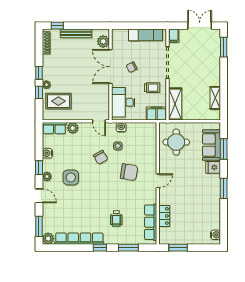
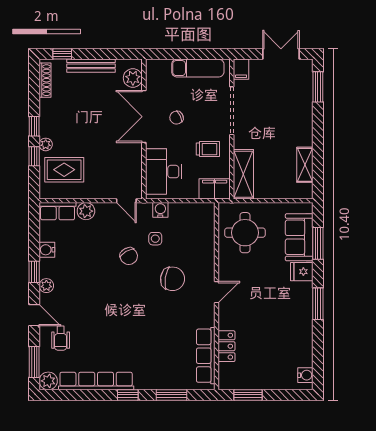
side table: (71, 177) -> (83, 287), removed
wheelchair: (116, 218) -> (61, 338), moved

